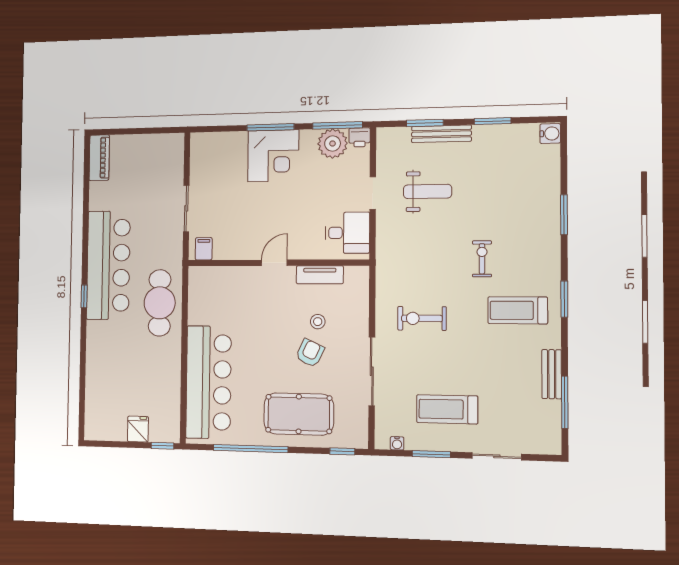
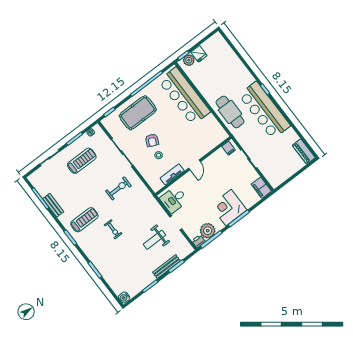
filing cabinet: (201, 150) -> (261, 188), added
plant: (160, 432) -> (189, 60), added

